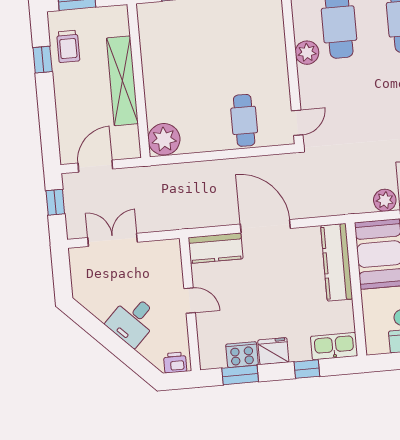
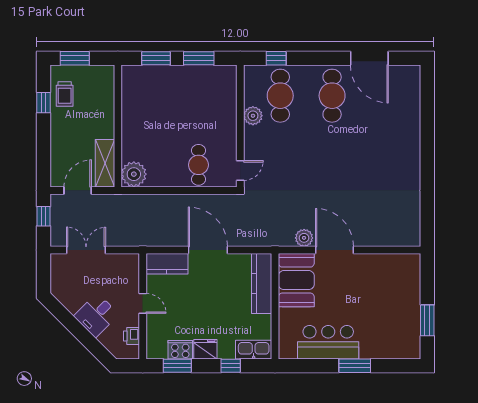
shelving: (122, 81) -> (105, 163), moved, width x0.68
printer: (175, 362) -> (132, 336), moved, turned -90

